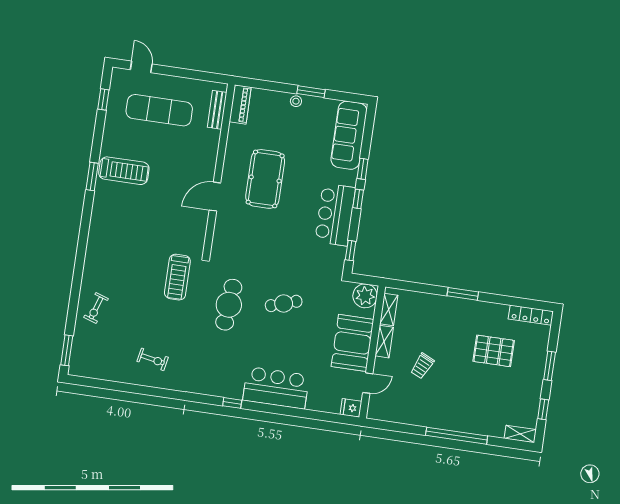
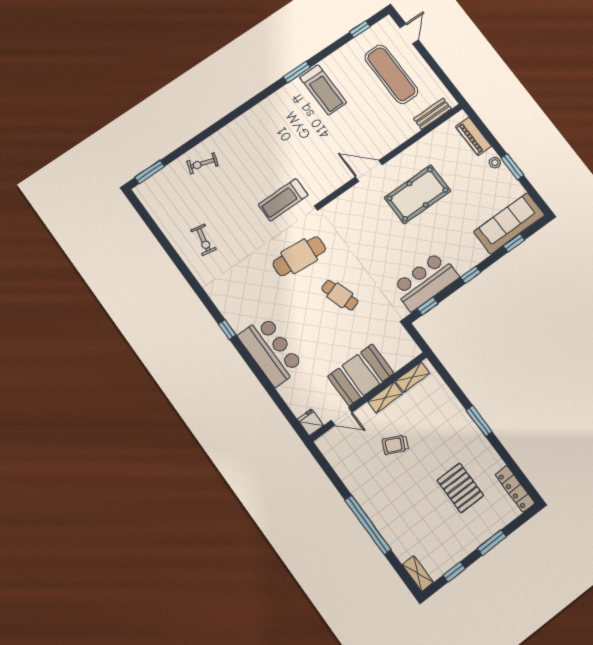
piano: (240, 104) -> (473, 136), moved, turned 90
window: (363, 169) -> (514, 243), moved
bar counter: (335, 215) -> (426, 282), moved
plant: (365, 296) -> (405, 350), removed

